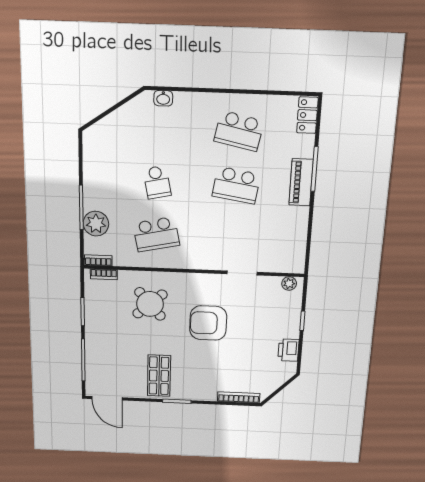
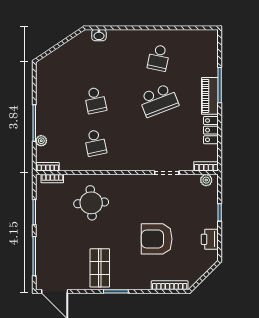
locker: (307, 115) -> (211, 130), moved
school desk: (239, 131) -> (159, 58), width x0.54
school desk: (236, 185) -> (159, 100), turned -30
plant: (96, 224) -> (41, 141), width x0.53, depth x0.53
school desk: (156, 234) -> (95, 143), width x0.54
bookcase: (290, 268) -> (206, 166), added
round table: (150, 304) -> (91, 203), turned 37
armchair: (208, 323) -> (157, 239), moved

